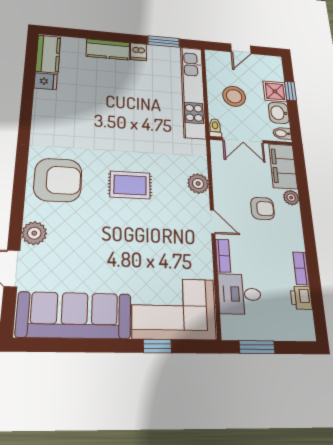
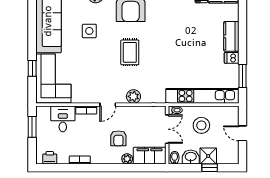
double door: (243, 140) -> (167, 129), swing flipped
side table: (94, 246) -> (89, 31), added
printer: (301, 298) -> (50, 158), moved

